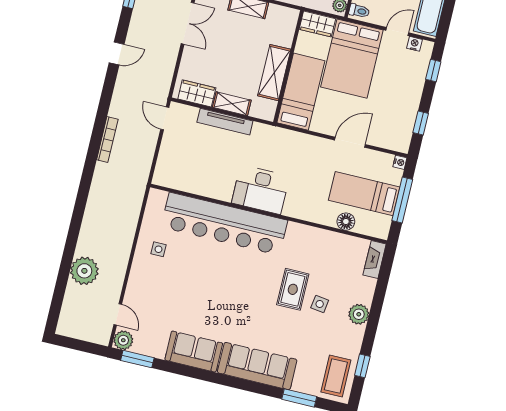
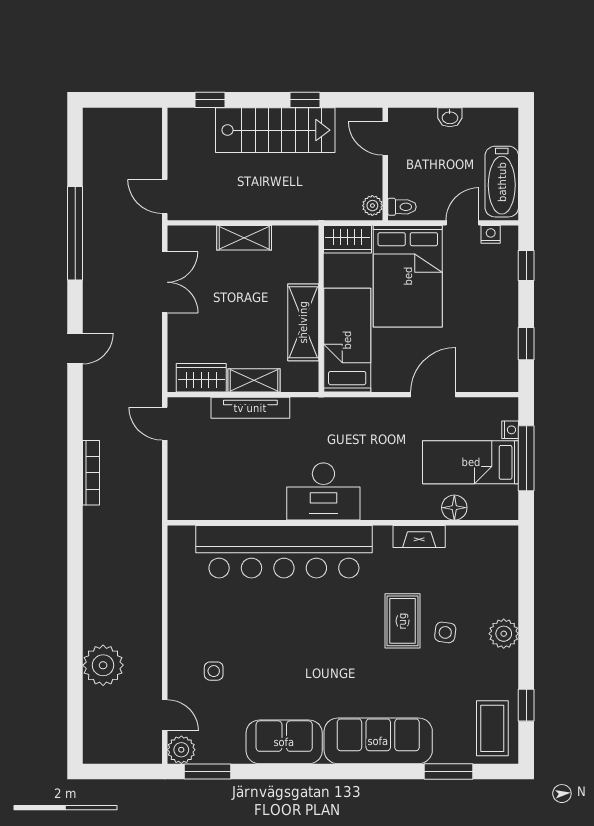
nightstand: (400, 162) -> (510, 430), moved
side table: (158, 249) -> (214, 671), moved
fireplace: (375, 260) -> (419, 536), moved, turned -90

